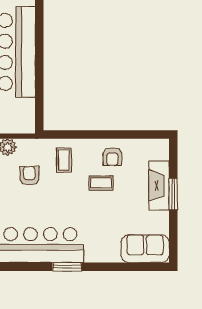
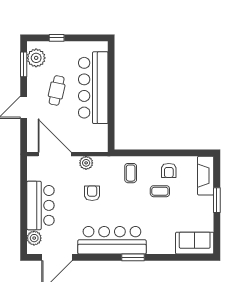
armchair: (29, 176) -> (92, 193), moved
fireplace: (159, 186) -> (206, 176), moved

